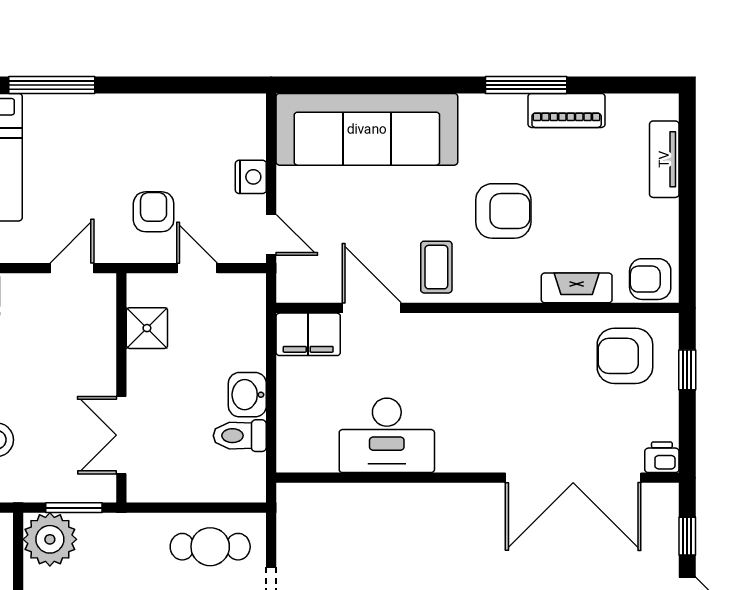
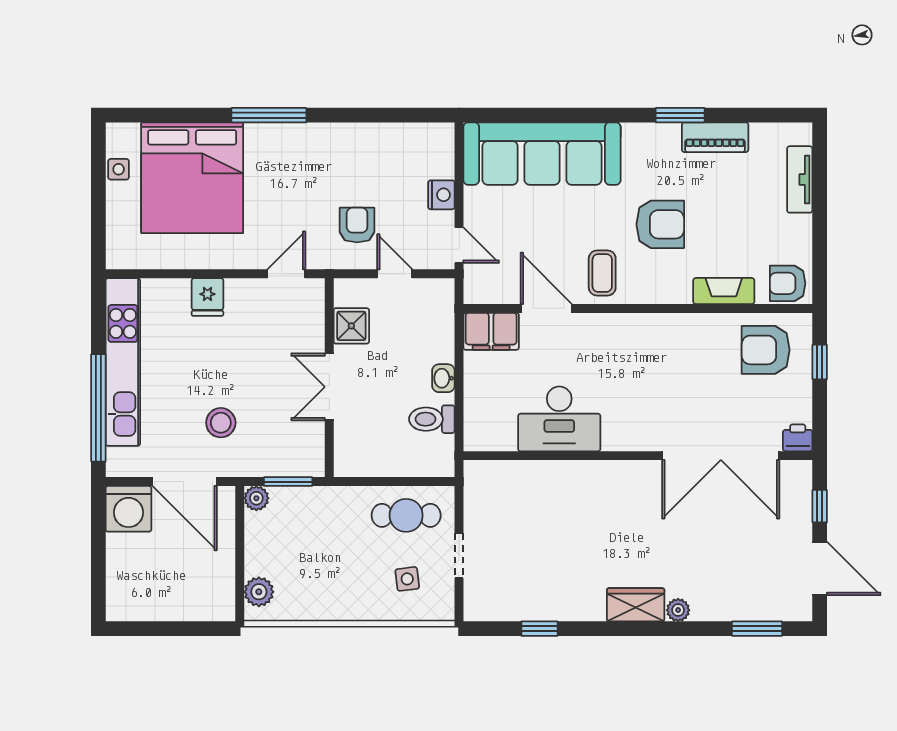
window: (526, 85) -> (680, 115), width x0.69
washbasin: (247, 395) -> (443, 378), width x0.72, depth x0.69
double door: (121, 435) -> (329, 387), moved
plant: (50, 539) -> (256, 498), width x0.53, depth x0.53

